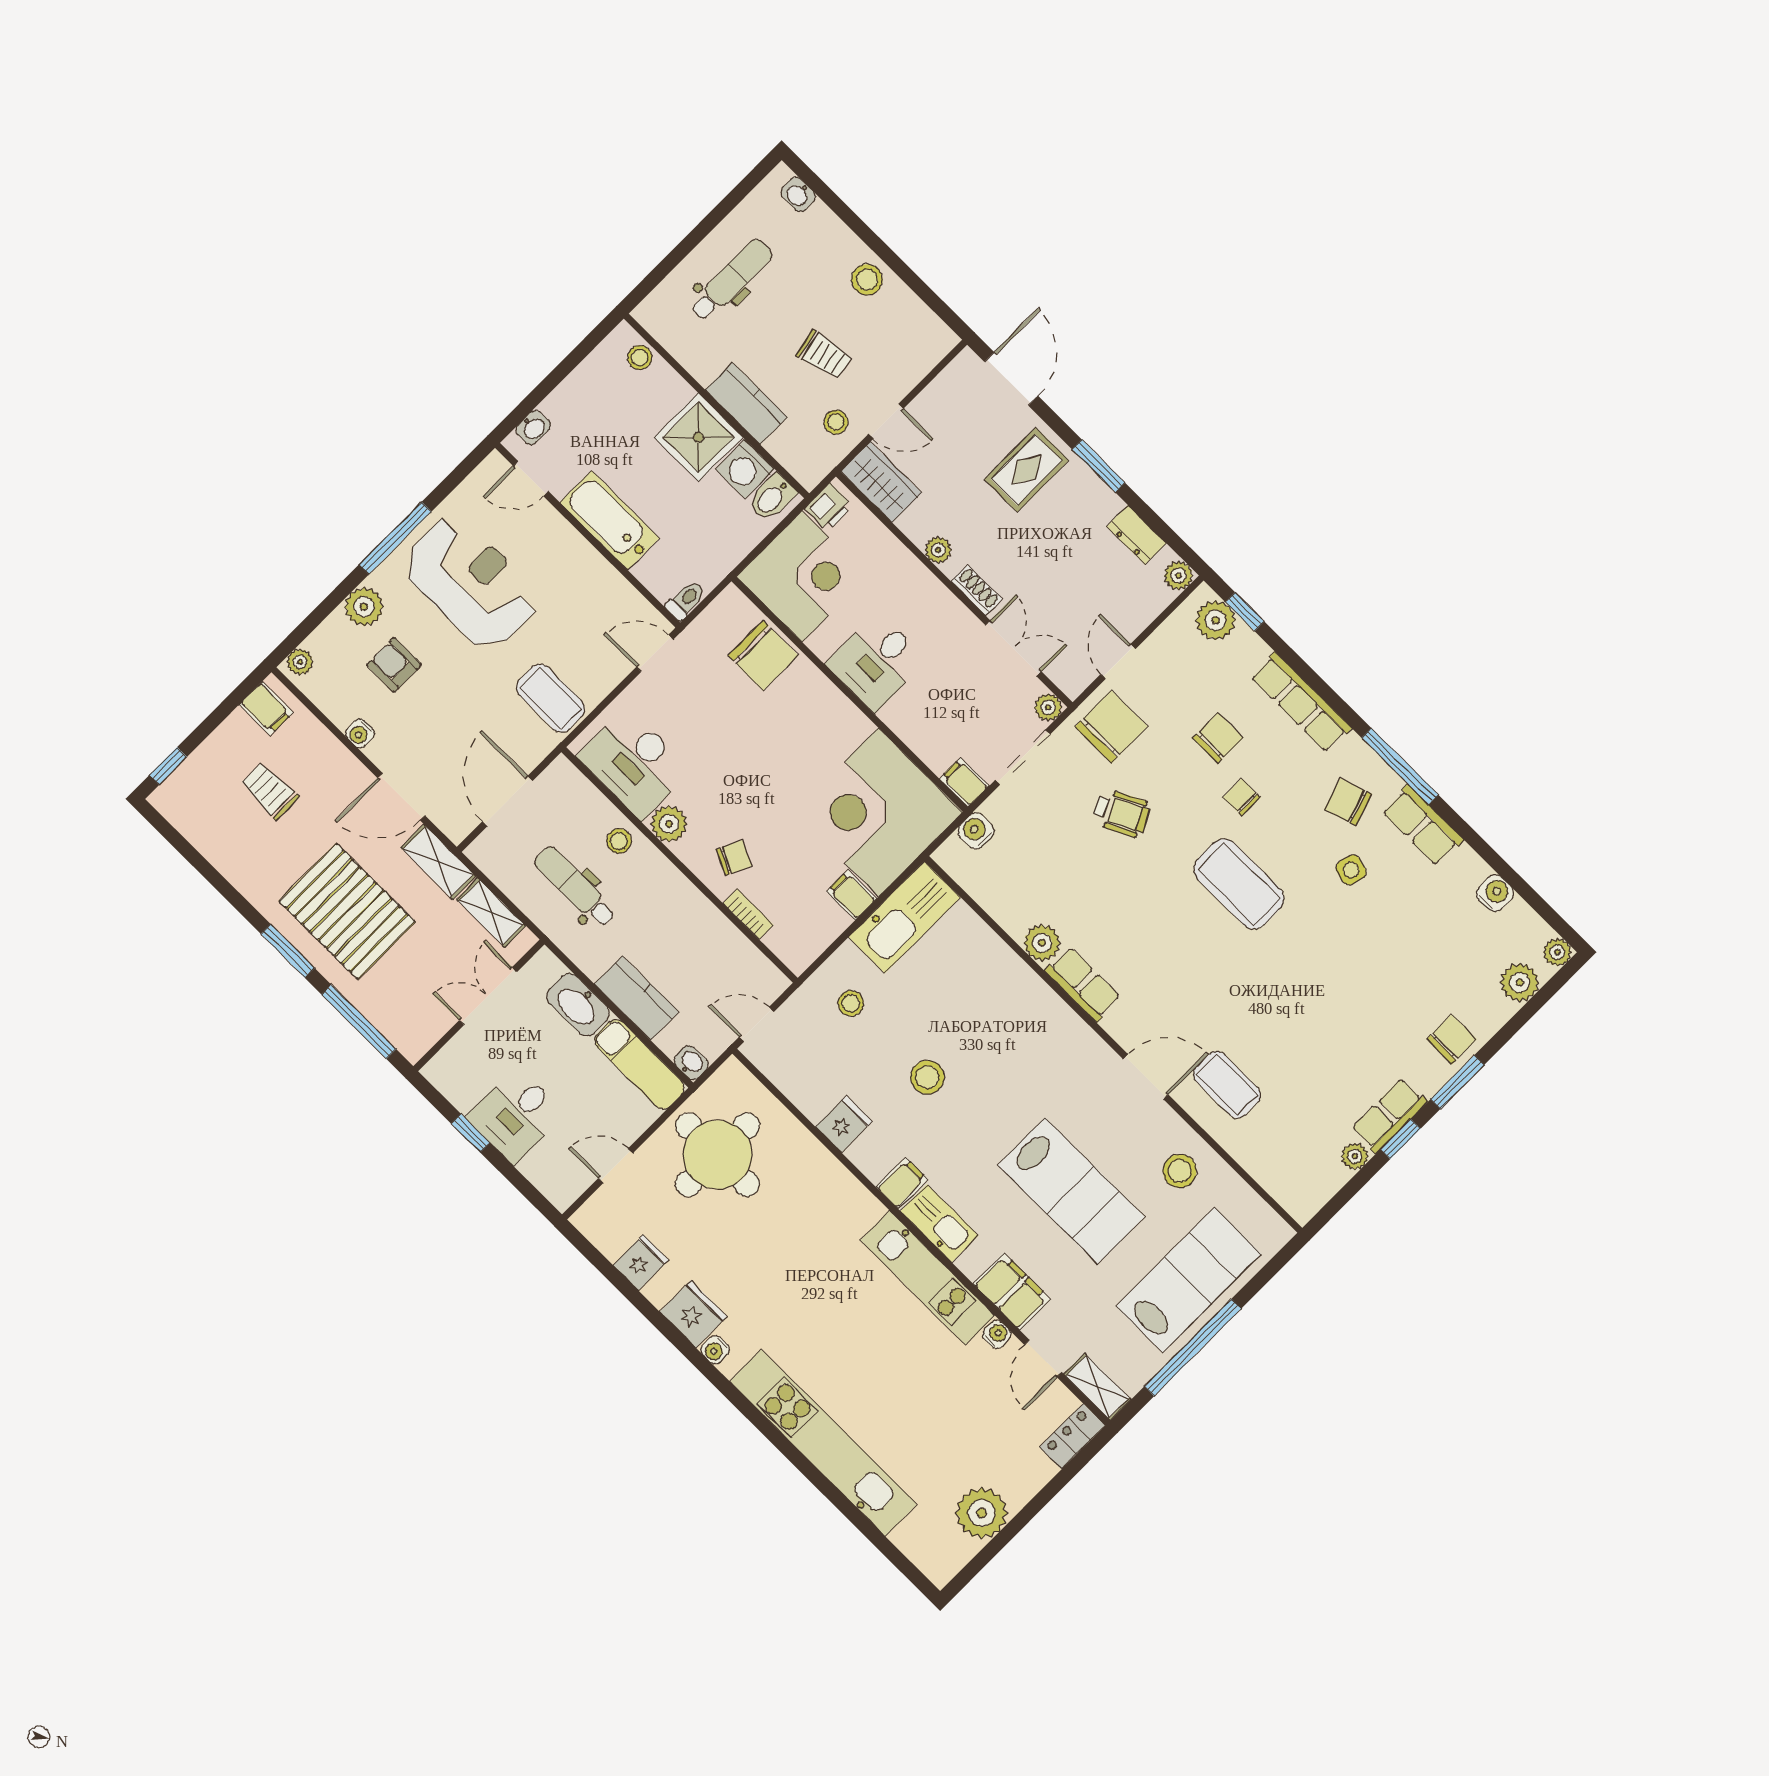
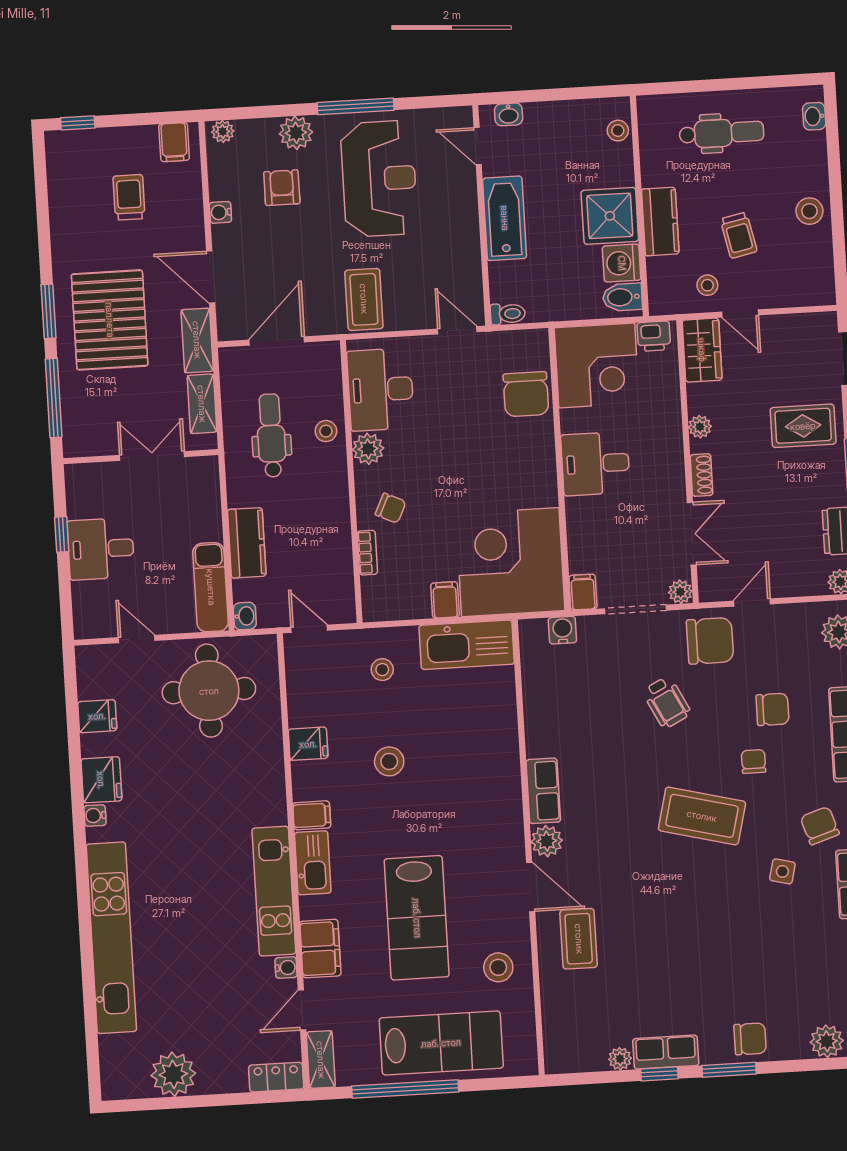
coffee table: (1239, 884) -> (702, 816), turned -76
plant: (1042, 943) -> (547, 841), moved
washbasin: (578, 1005) -> (205, 513), removed

